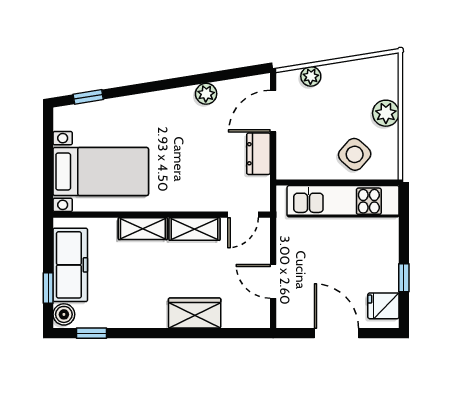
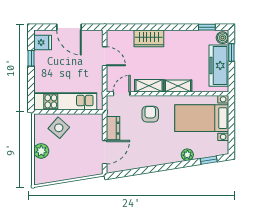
plant: (311, 76) -> (83, 172), removed
plant: (206, 94) -> (187, 155), moved
armchair: (192, 179) -> (150, 114), added

